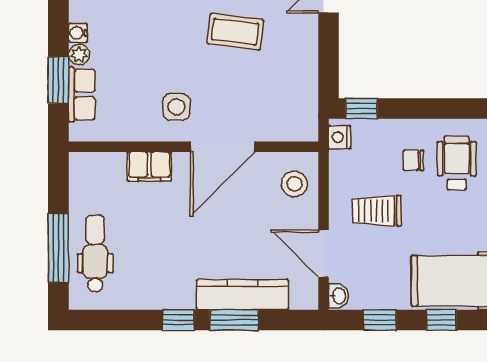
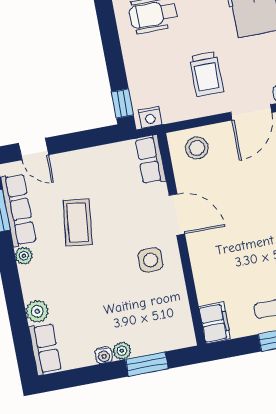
row of seats: (82, 95) -> (151, 160), moved, turned -90
door: (223, 147) -> (177, 215), width x0.73
chair: (413, 160) -> (158, 51), removed
filing cabinet: (149, 167) -> (215, 323), moved

